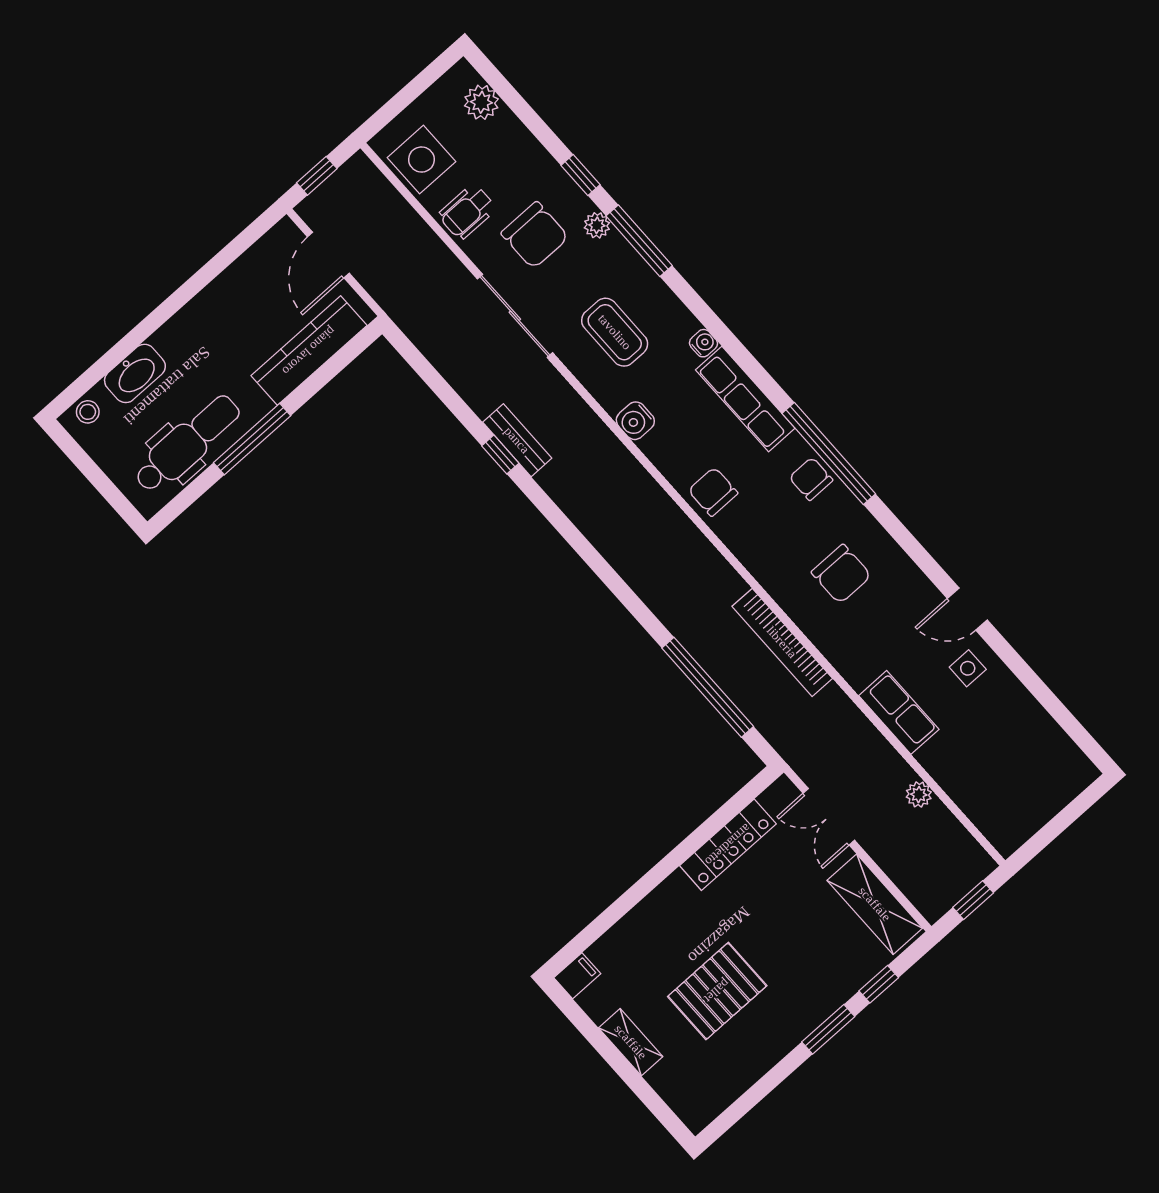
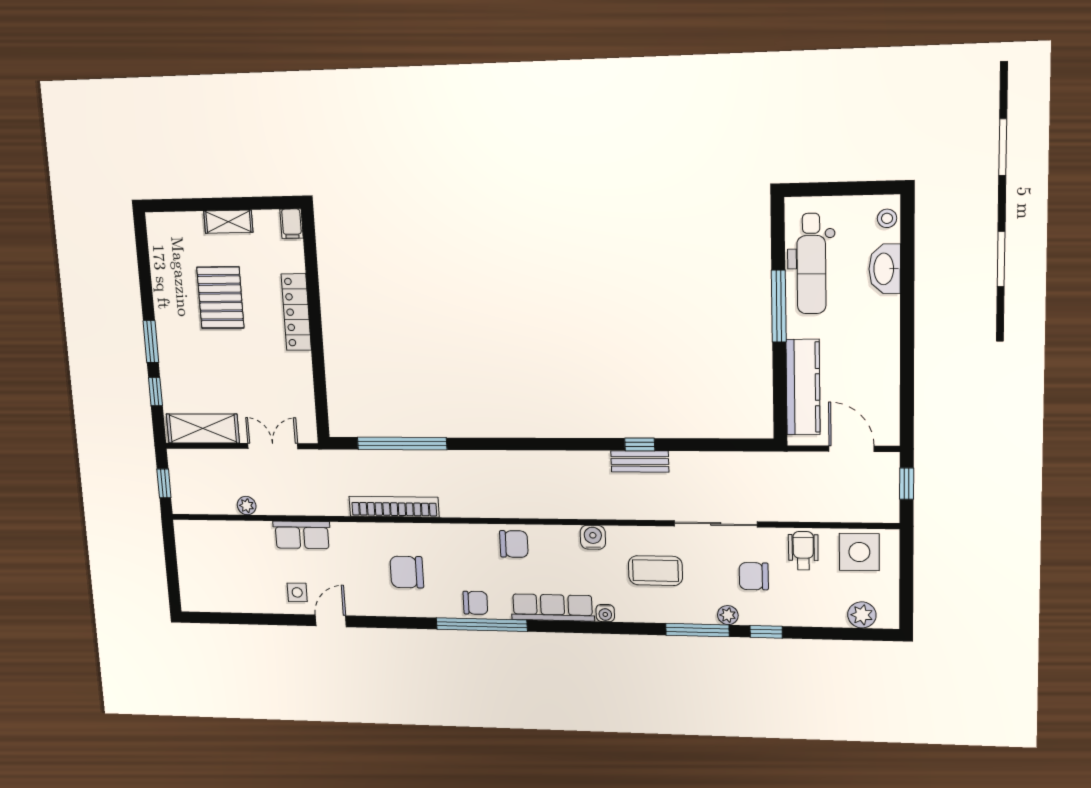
chair: (535, 235) -> (754, 576), width x0.73, depth x0.73
locker: (728, 845) -> (296, 312), moved

